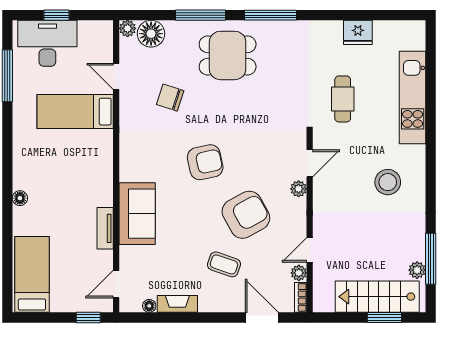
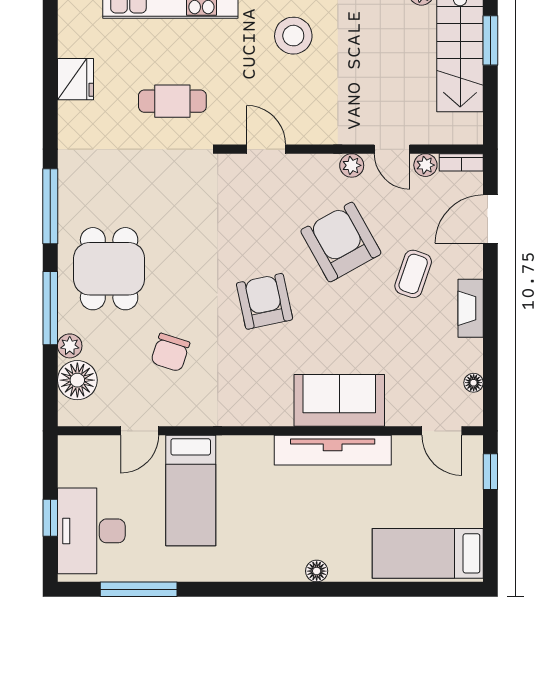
plant: (128, 28) -> (70, 346), moved
plant: (299, 189) -> (352, 165), moved
tv unit: (105, 228) -> (333, 450), width x1.92, depth x1.29
fireplace: (177, 304) -> (471, 308), moved

